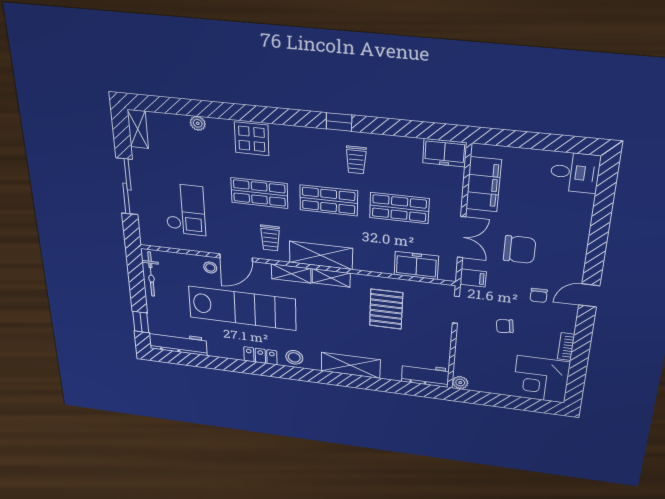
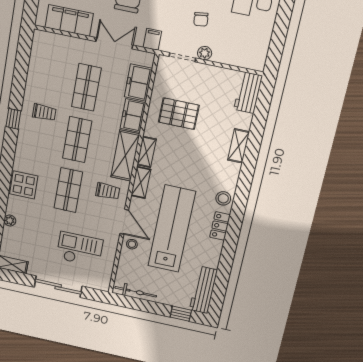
freezer: (445, 153) -> (133, 116), moved, turned 180
shelving: (351, 365) -> (239, 146), width x0.67, depth x0.75
plant: (460, 383) -> (205, 53), moved

